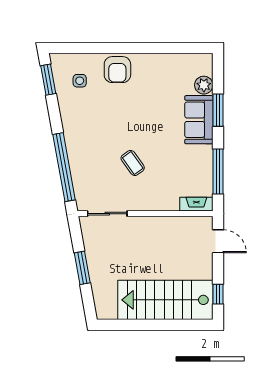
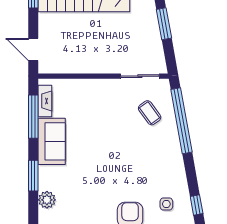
window: (48, 80) -> (197, 205), width x0.67
sofa: (199, 120) -> (52, 141), moved
coffee table: (133, 163) -> (150, 113), moved
fireplace: (196, 204) -> (45, 101), moved, turned -90

